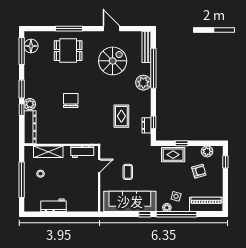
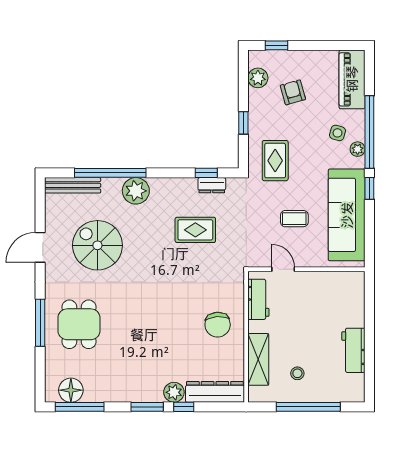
chair: (71, 100) -> (218, 325), moved, turned -94
rug: (173, 155) -> (275, 161), moved

